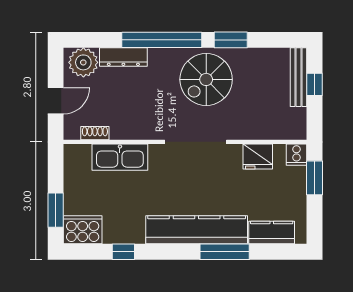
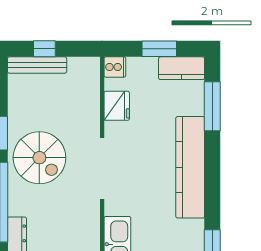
window: (315, 178) -> (159, 49), moved
kitchen counter: (272, 233) -> (182, 68), moved, turned -90
window: (225, 252) -> (212, 106), moved

